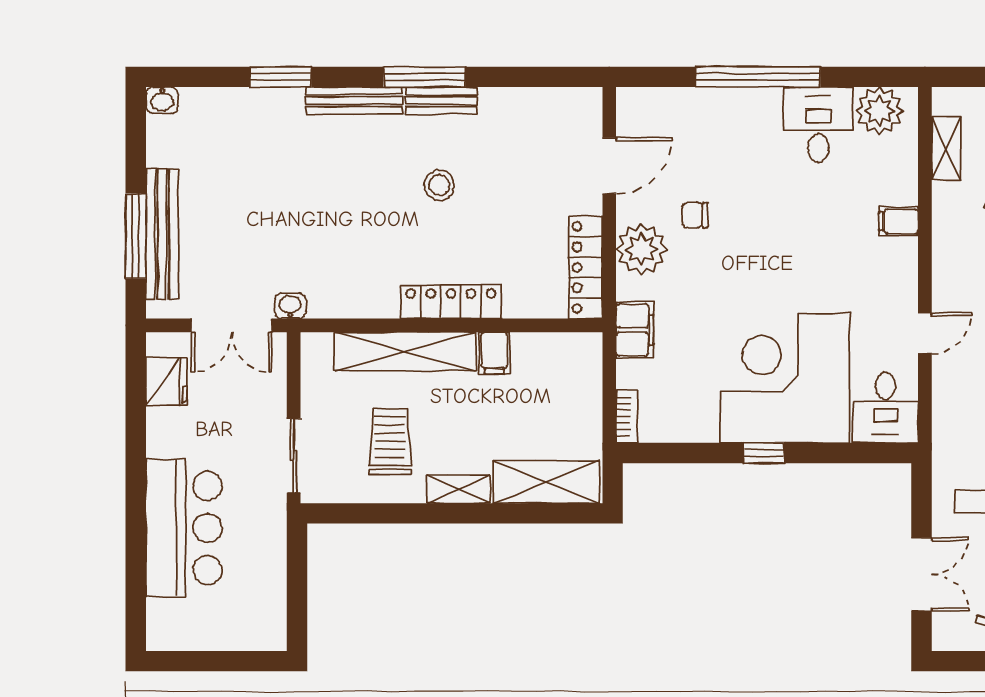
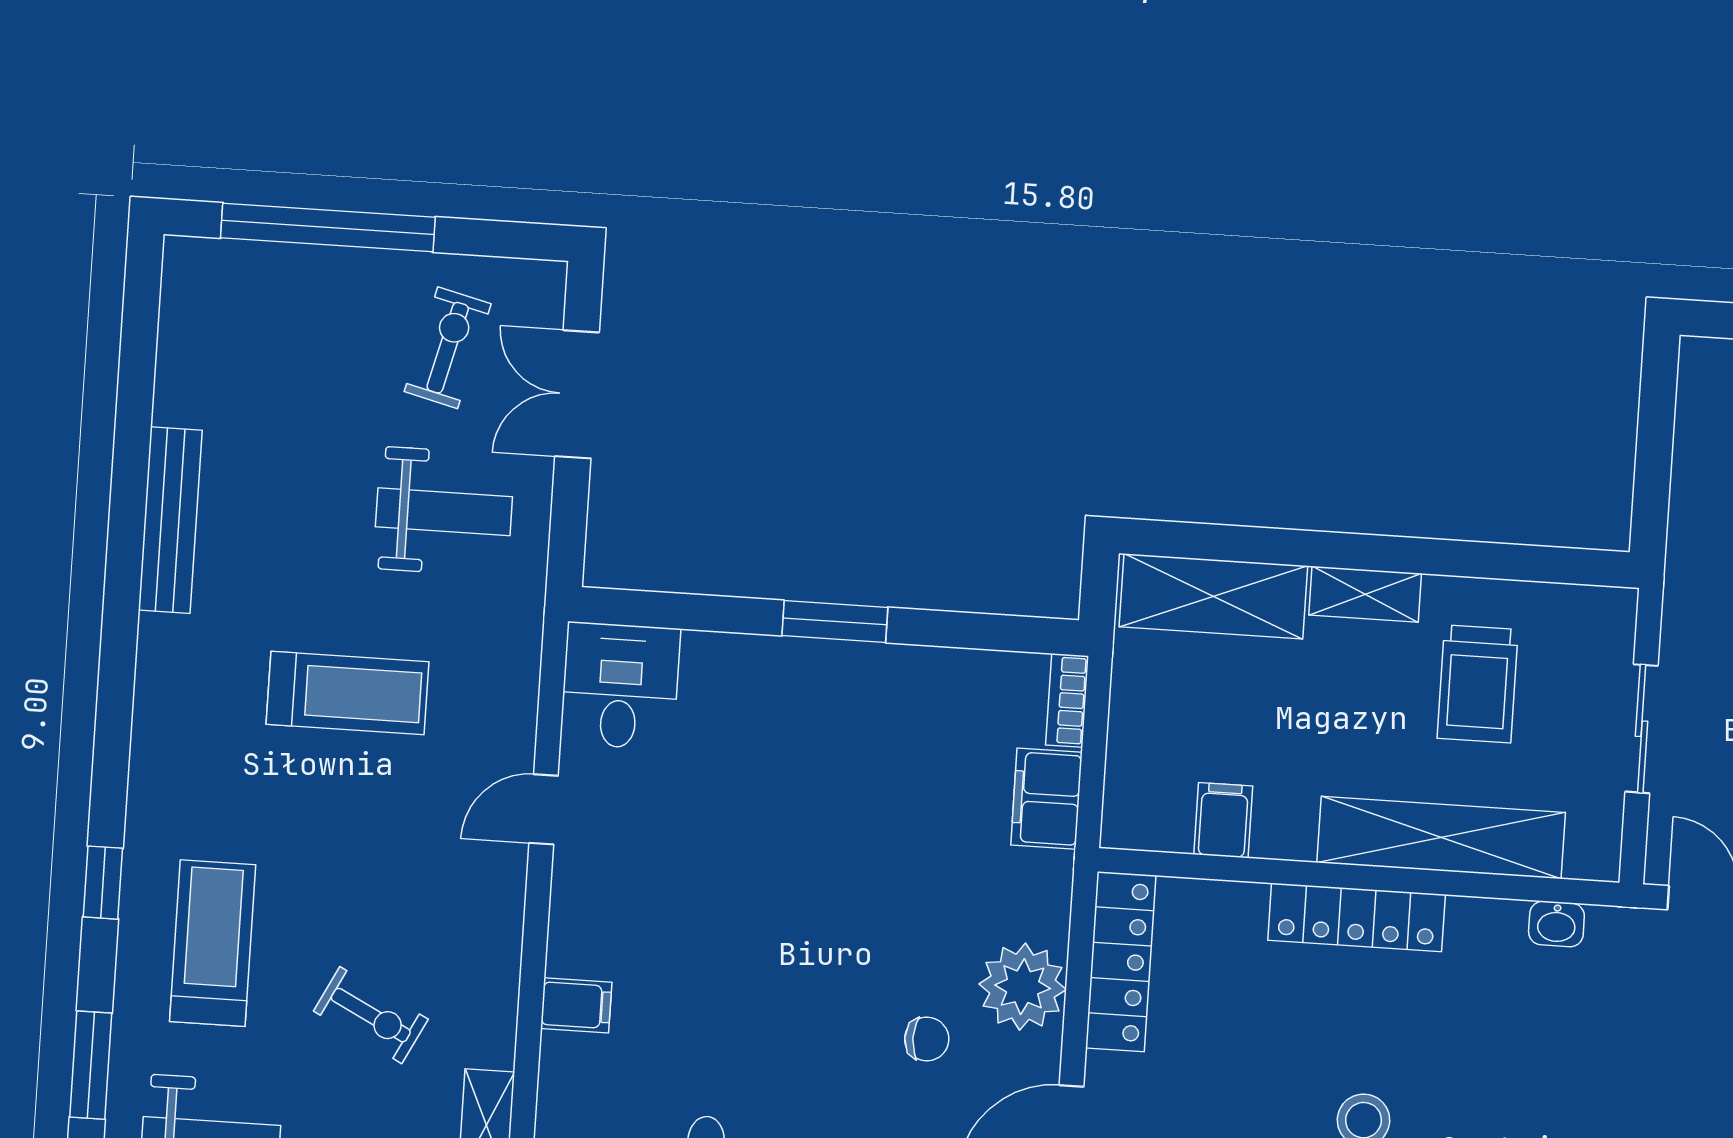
washbasin: (290, 306) -> (1556, 924), moved
filing cabinet: (635, 330) -> (1046, 799), moved
filing cabinet: (494, 353) -> (1223, 820), moved
corner desk: (785, 378) -> (790, 748), removed
window: (764, 453) -> (835, 621), width x1.50
sliding door: (294, 456) -> (1642, 729), moved

